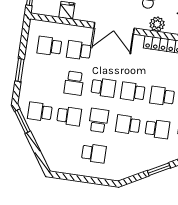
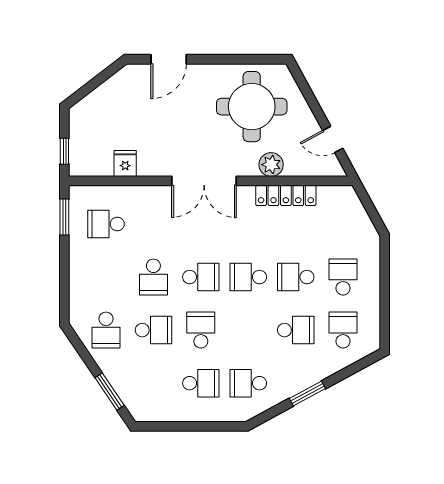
school desk: (79, 50) -> (153, 224), removed
window: (20, 70) -> (64, 217), moved
school desk: (40, 112) -> (106, 330), turned -90
window: (22, 121) -> (110, 392), moved
school desk: (128, 125) -> (248, 383), moved

